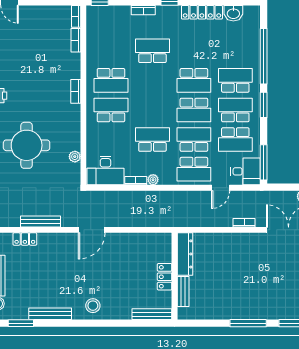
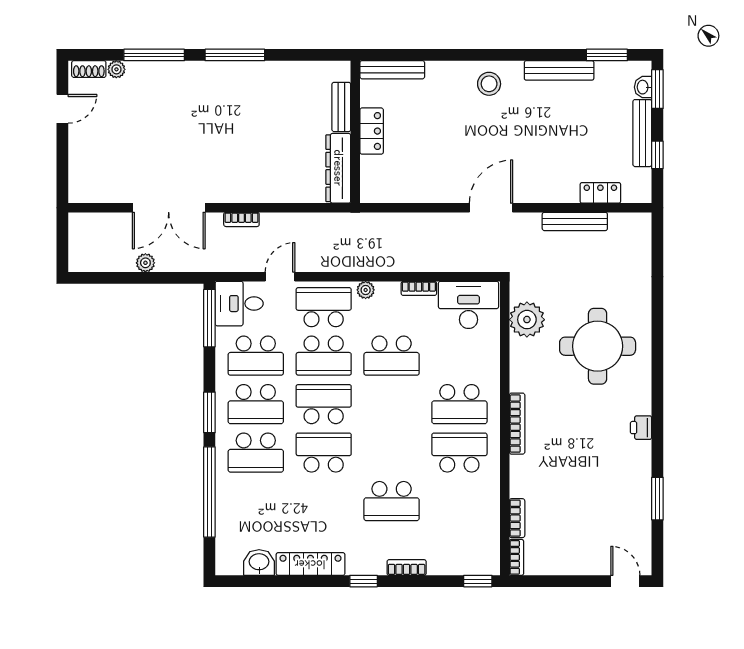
bookcase: (76, 91) -> (517, 424), width x1.56
school desk: (235, 140) -> (256, 356), turned 180
plant: (75, 157) -> (527, 320), width x1.87, depth x1.87
plant: (153, 180) -> (366, 290), moved

